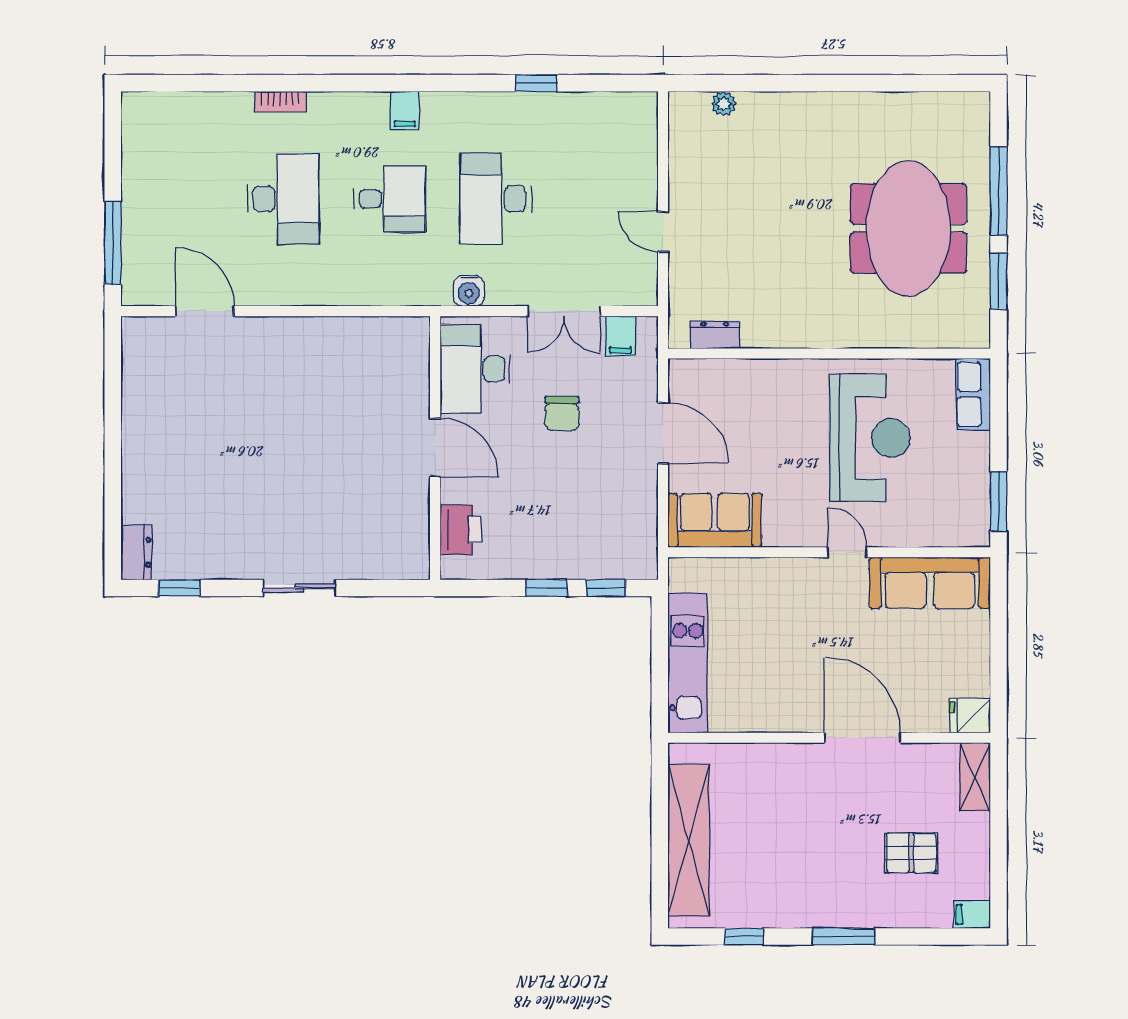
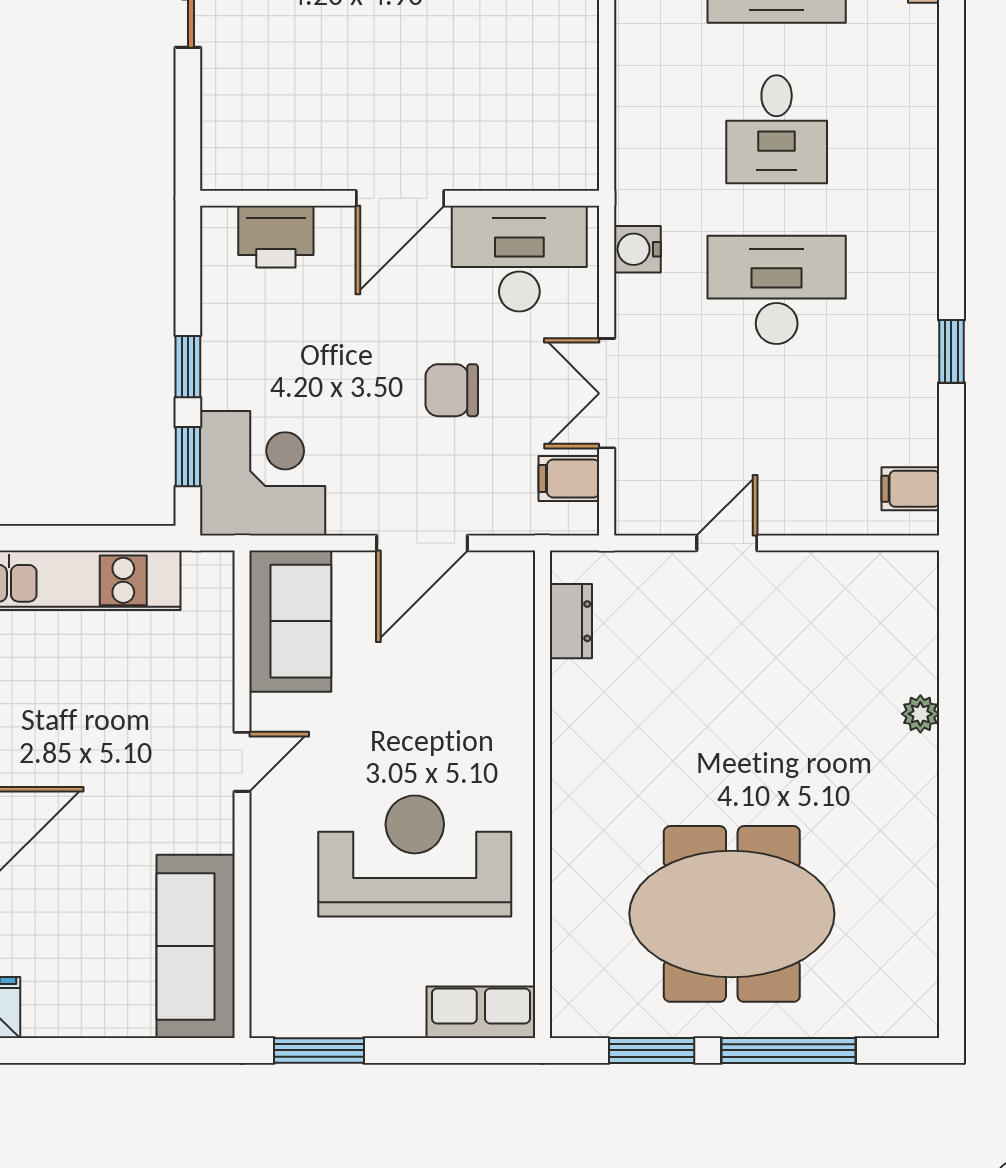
plant: (724, 104) -> (920, 714), moved
filing cabinet: (405, 110) -> (910, 489), moved
reception desk: (870, 438) -> (415, 856), turned 180
corner desk: (617, 539) -> (263, 473), added
door: (847, 552) -> (242, 762), moved

